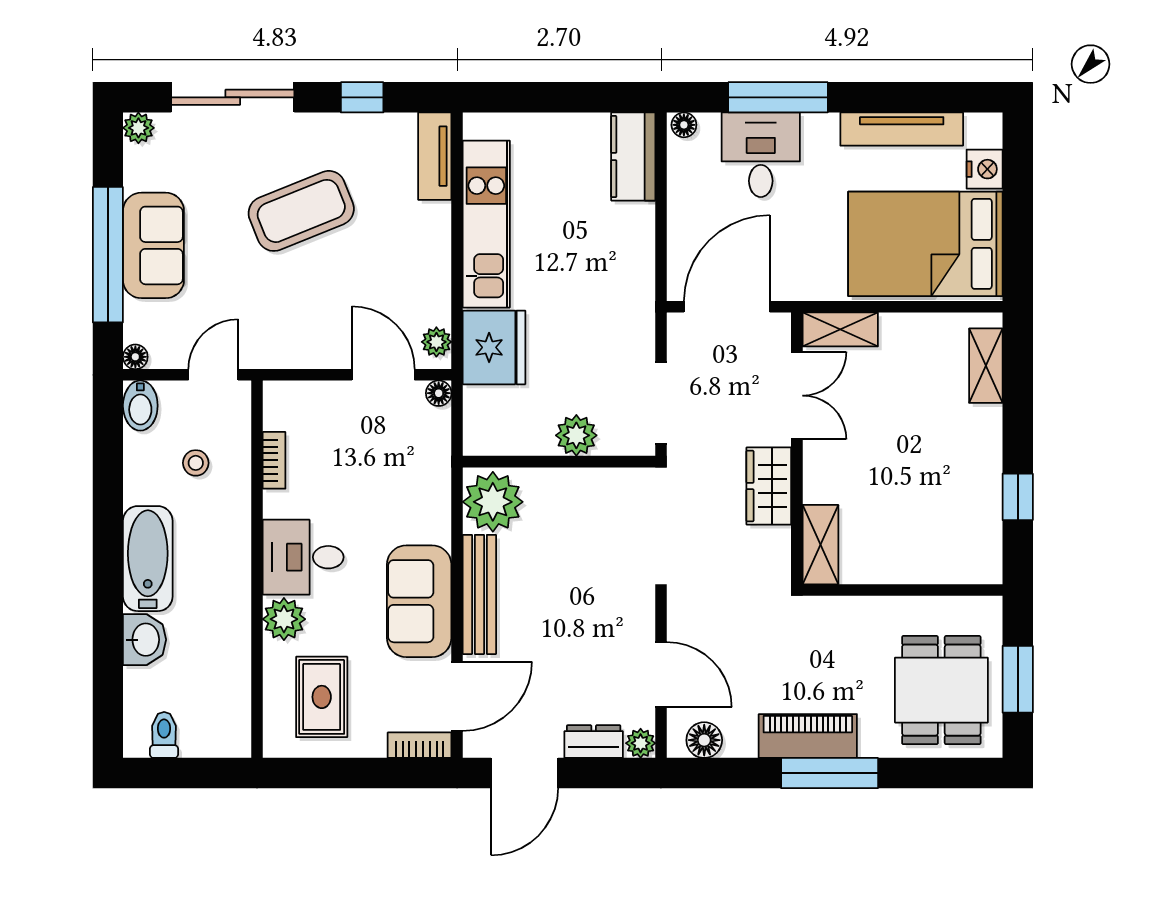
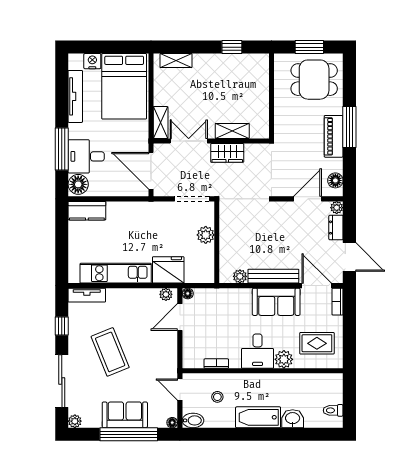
floor lamp: (684, 125) -> (78, 184), width x1.89, depth x1.89
plant: (493, 502) -> (240, 276), width x0.53, depth x0.53
shelving: (820, 545) -> (232, 131), moved

